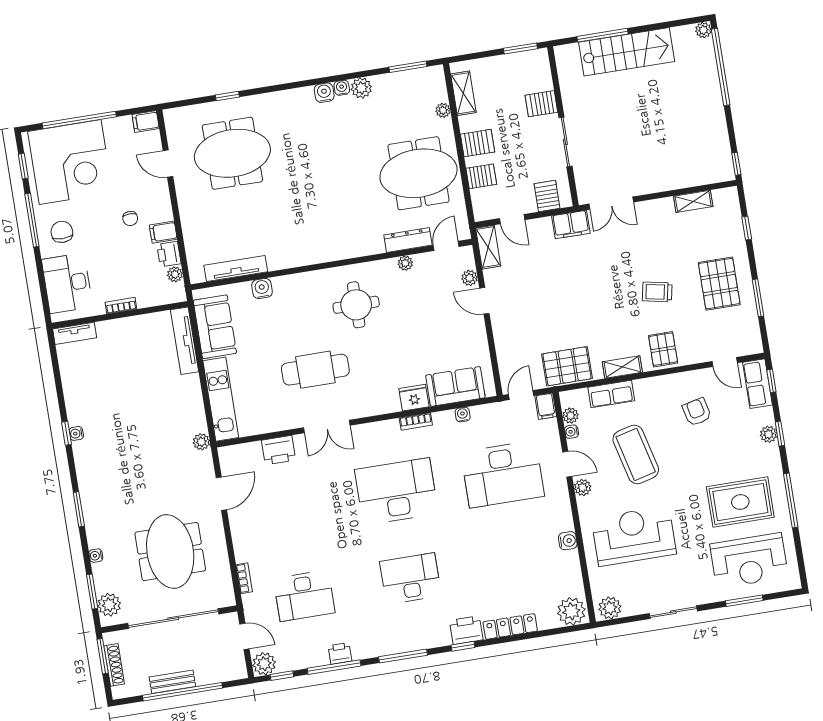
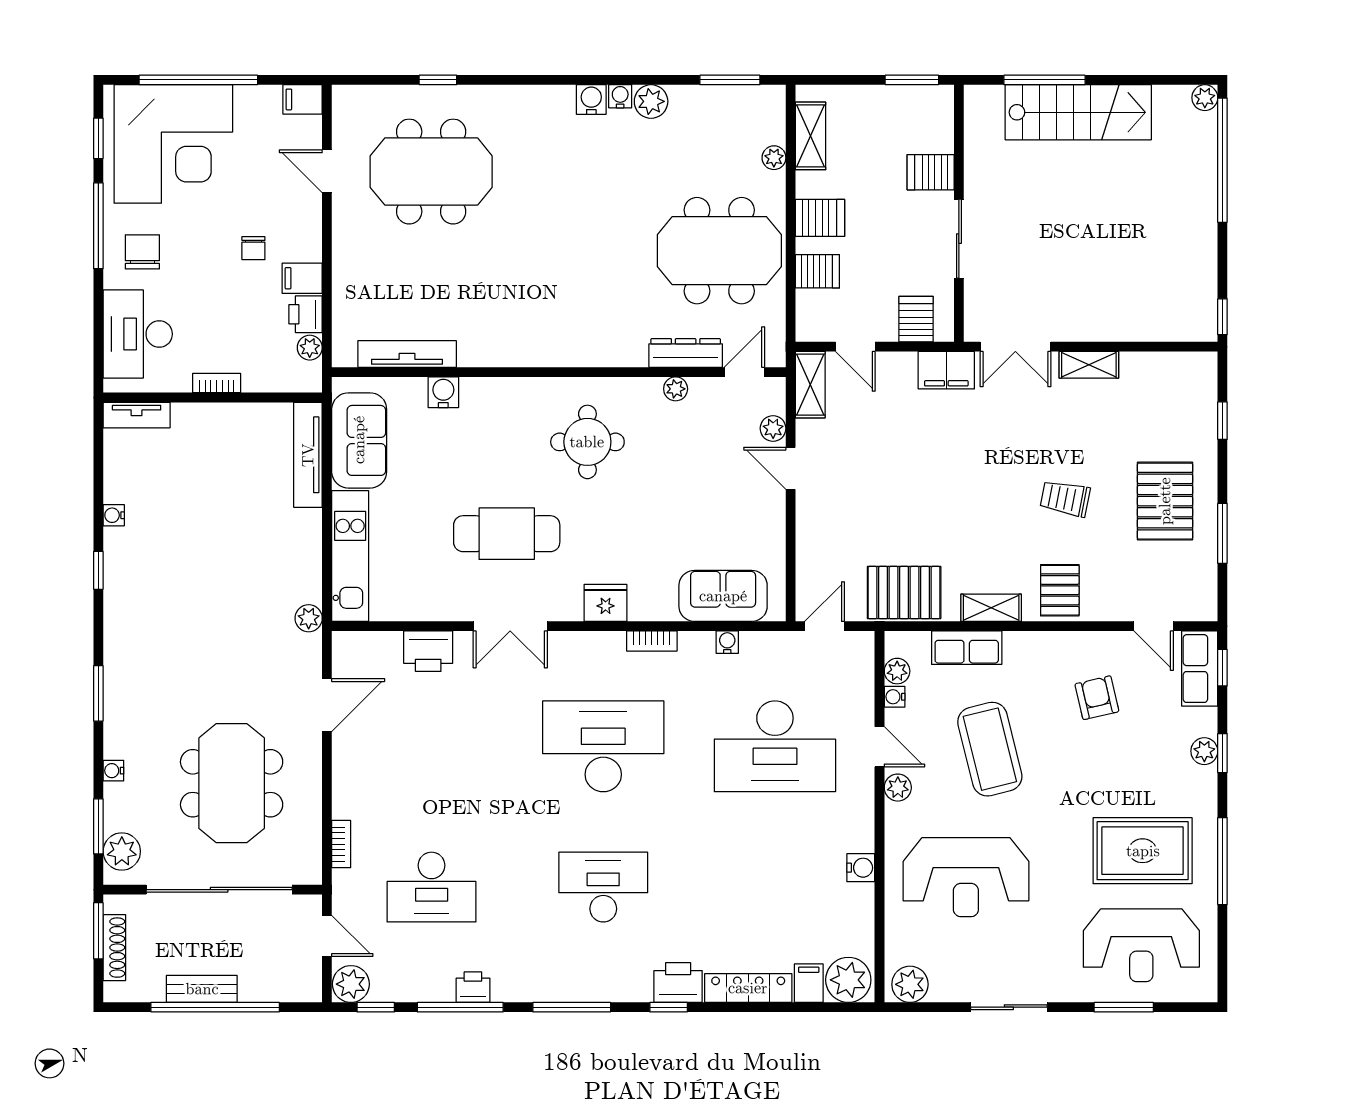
shelving: (693, 201) -> (1089, 365), moved
fridge: (414, 398) -> (606, 603), moved
filing cabinet: (546, 406) -> (809, 983), moved, turned 180
water cooler: (76, 433) -> (114, 515), moved
reception desk: (634, 536) -> (966, 877), turned 180

